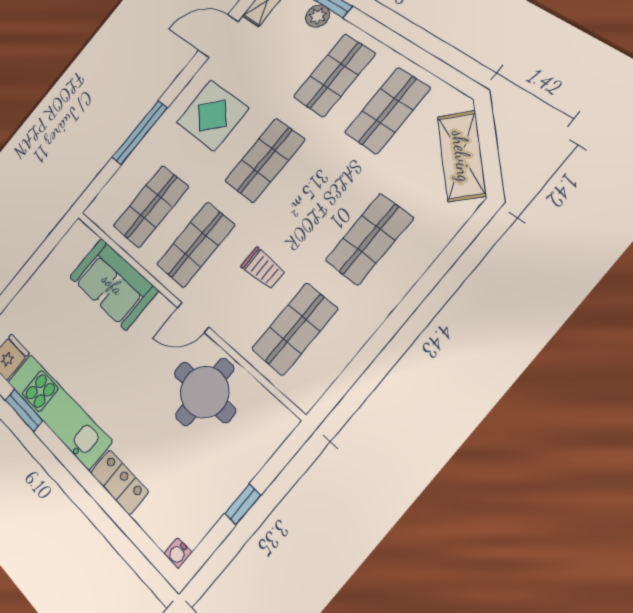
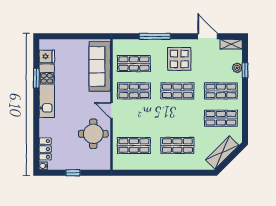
trolley: (263, 268) -> (144, 120), removed
sofa: (113, 284) -> (100, 66), width x1.36
locker: (119, 482) -> (45, 149), moved

